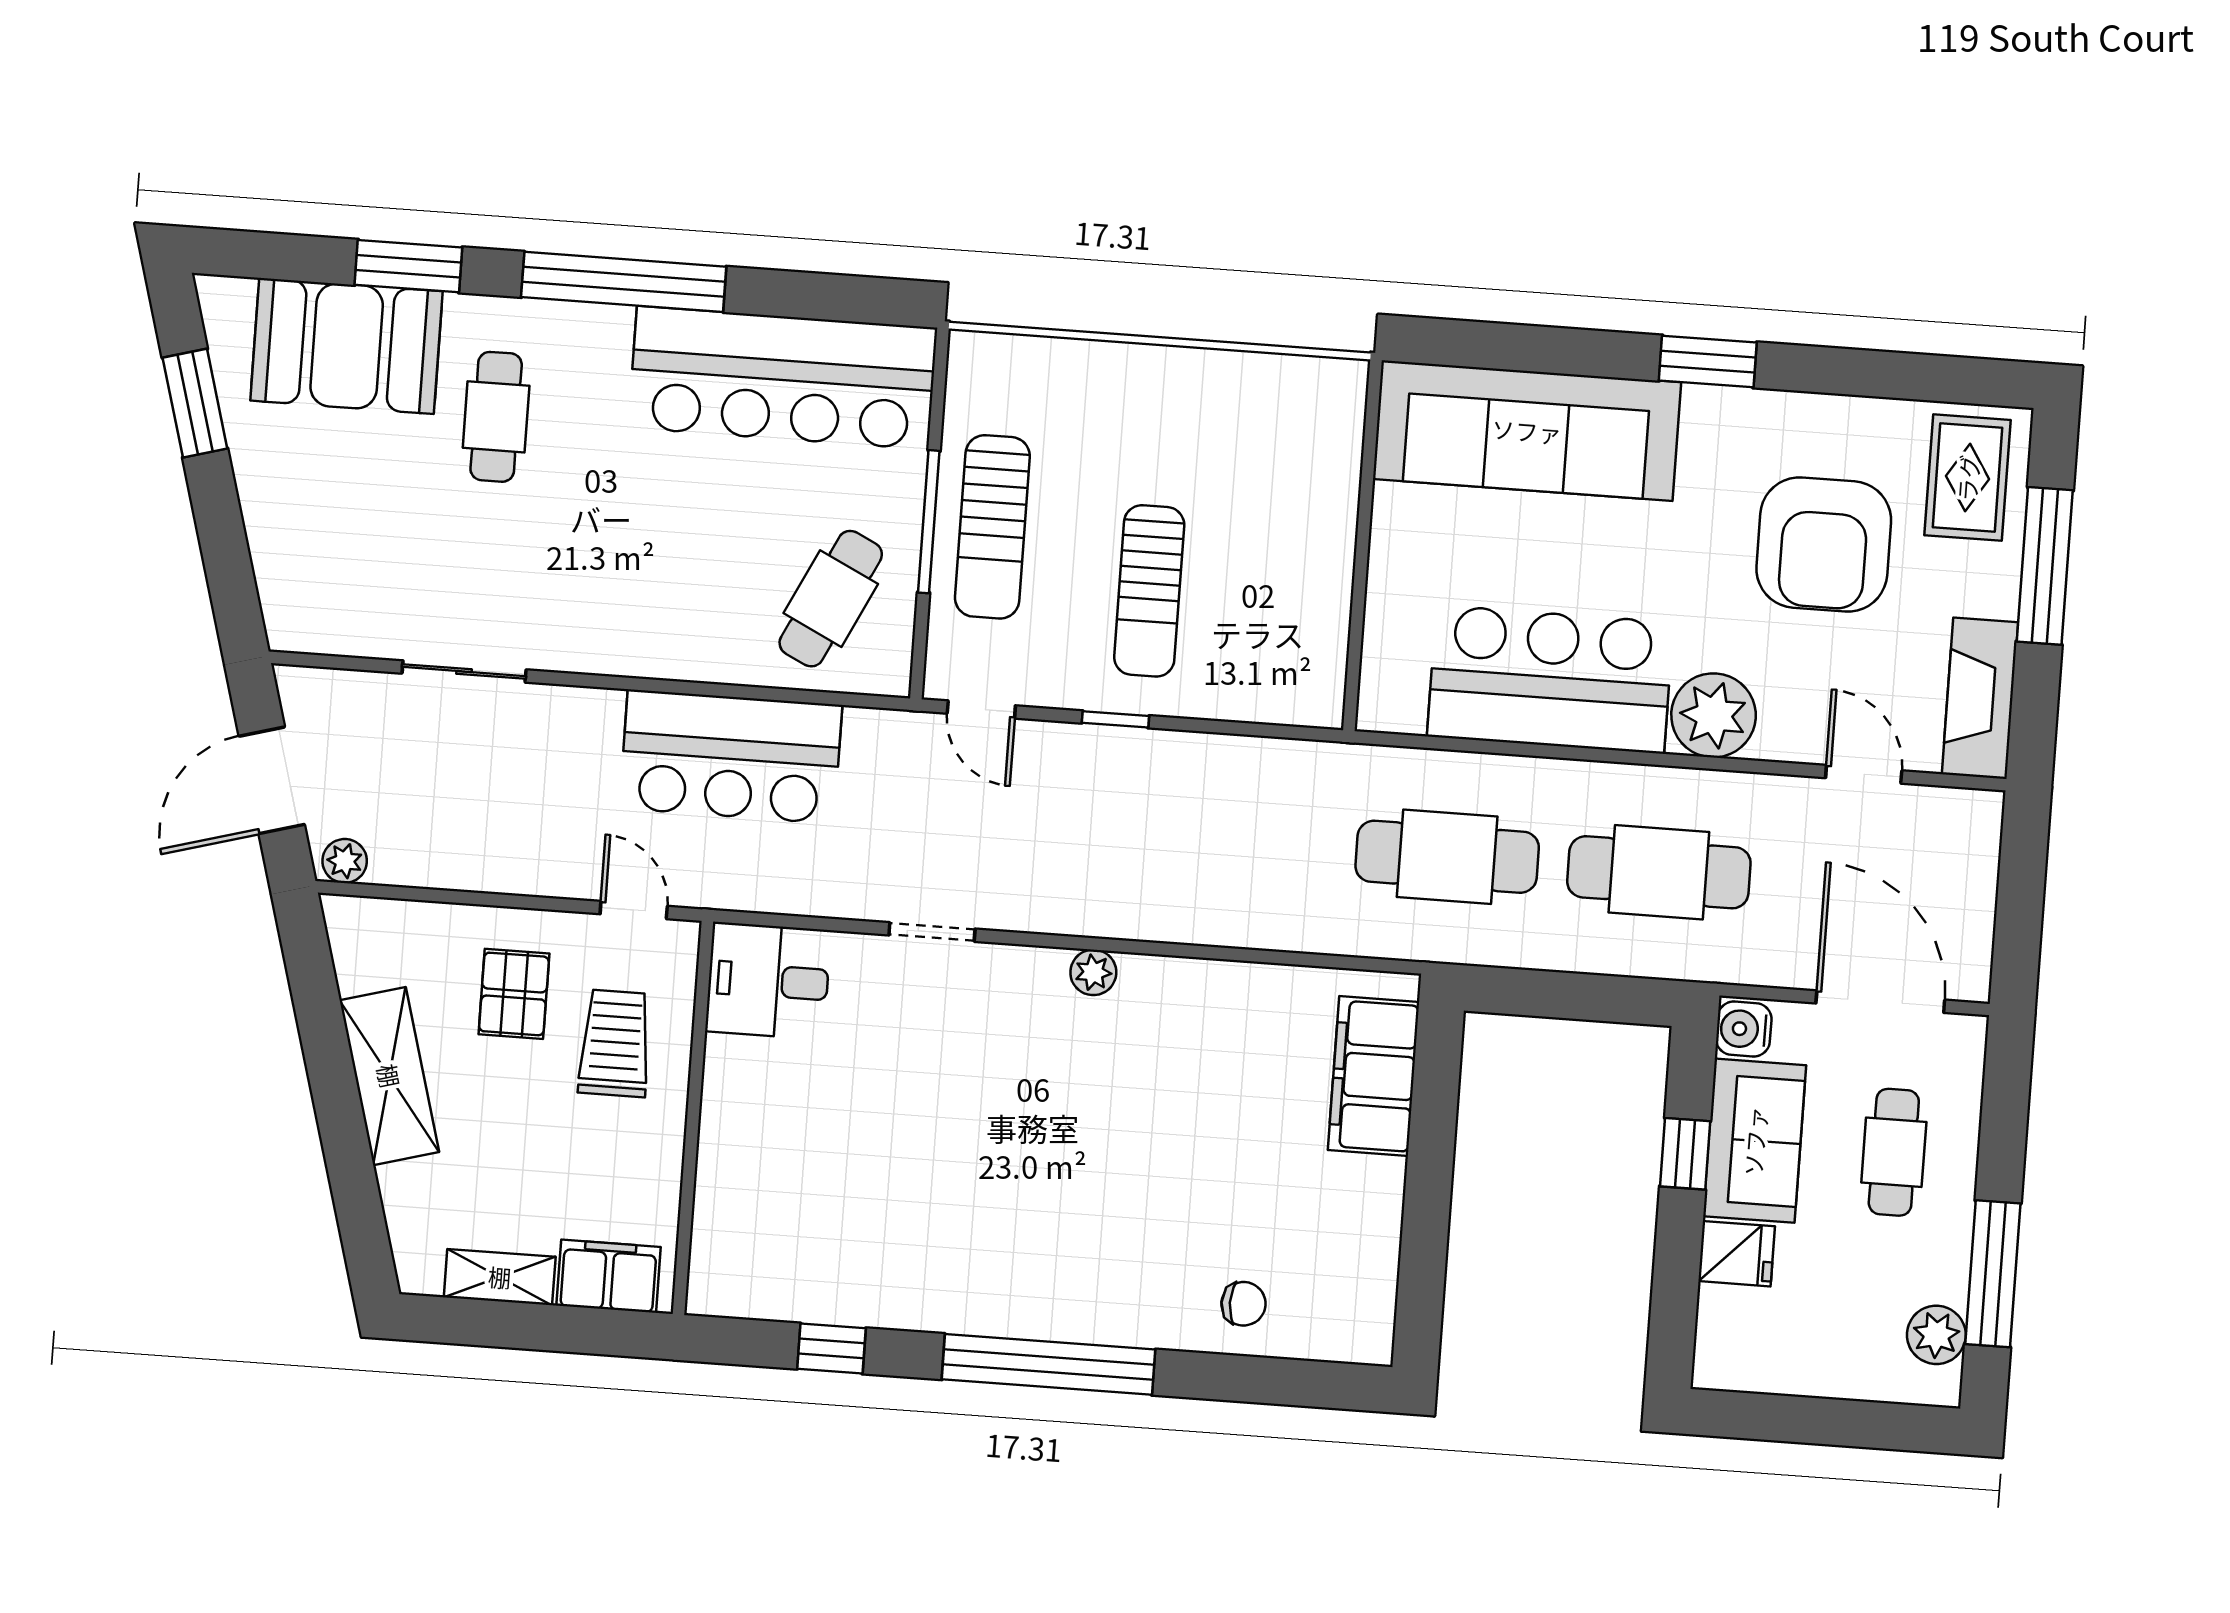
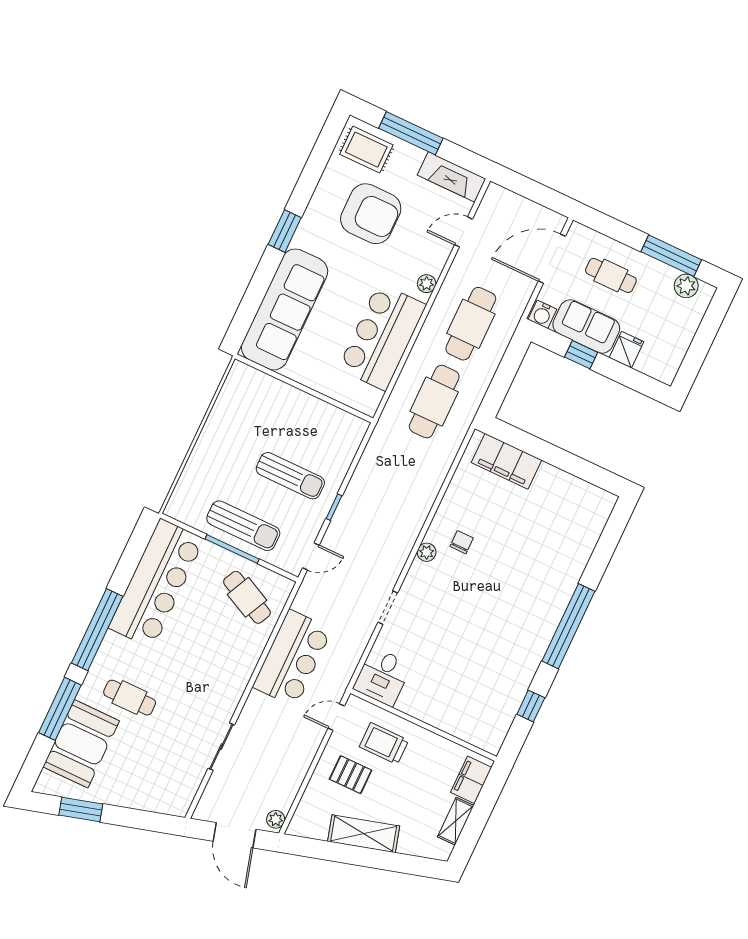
window: (408, 266) -> (60, 709), width x1.44
plant: (1714, 715) -> (427, 284), width x0.53, depth x0.53
chair: (1244, 1304) -> (462, 542), moved

